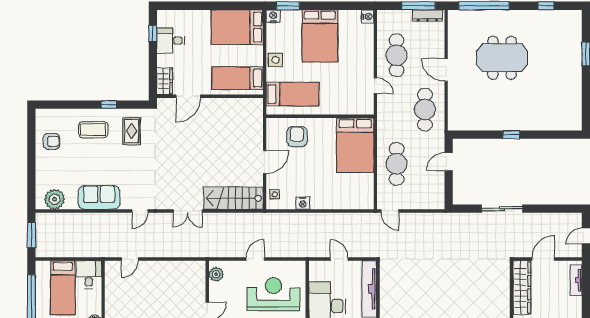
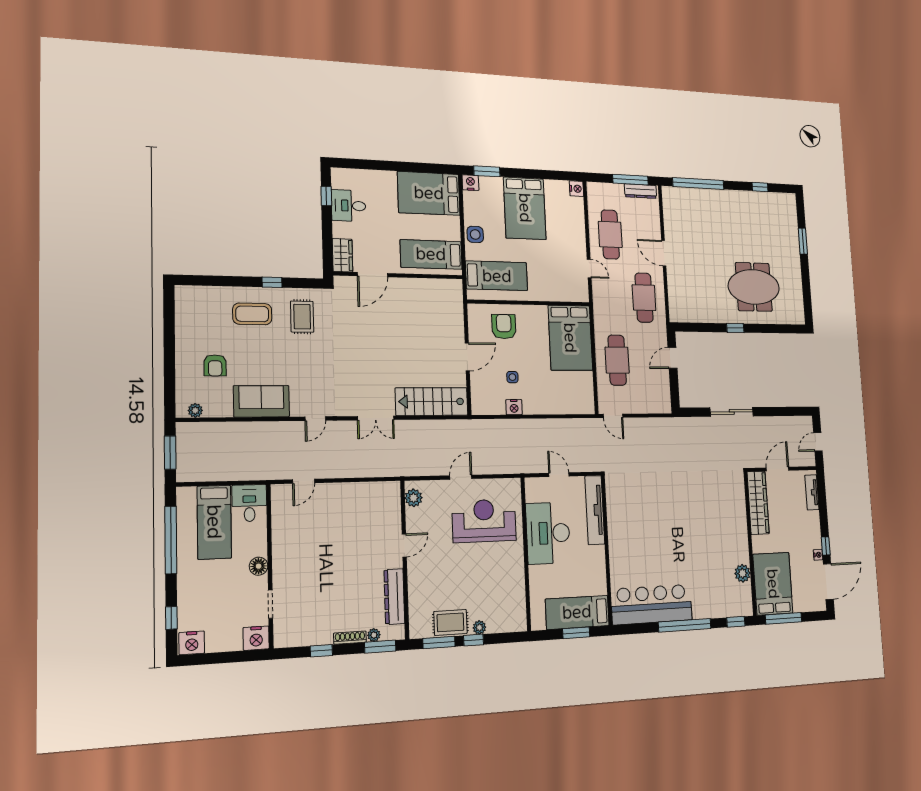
meeting table: (502, 58) -> (754, 287), moved
armchair: (51, 141) -> (215, 365), moved, turned 90
side table: (275, 194) -> (512, 377), moved
plant: (55, 199) -> (195, 410), width x0.53, depth x0.53

